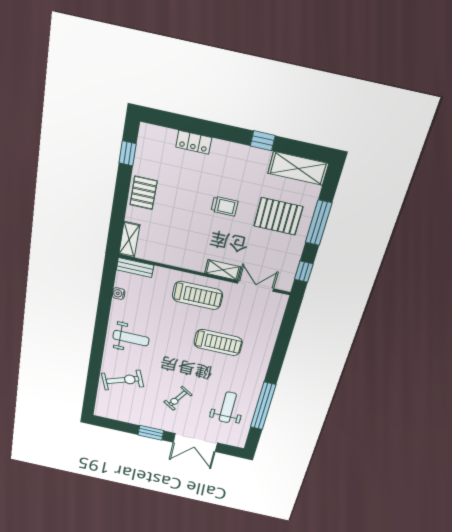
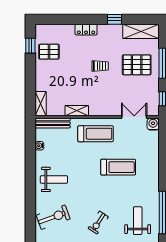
locker: (194, 142) -> (86, 30), moved
pallet: (144, 193) -> (49, 52), moved, turned 90
bench: (135, 268) -> (53, 123), width x1.36
shelving: (223, 270) -> (77, 111), moved
water cooler: (279, 301) -> (153, 124), added

